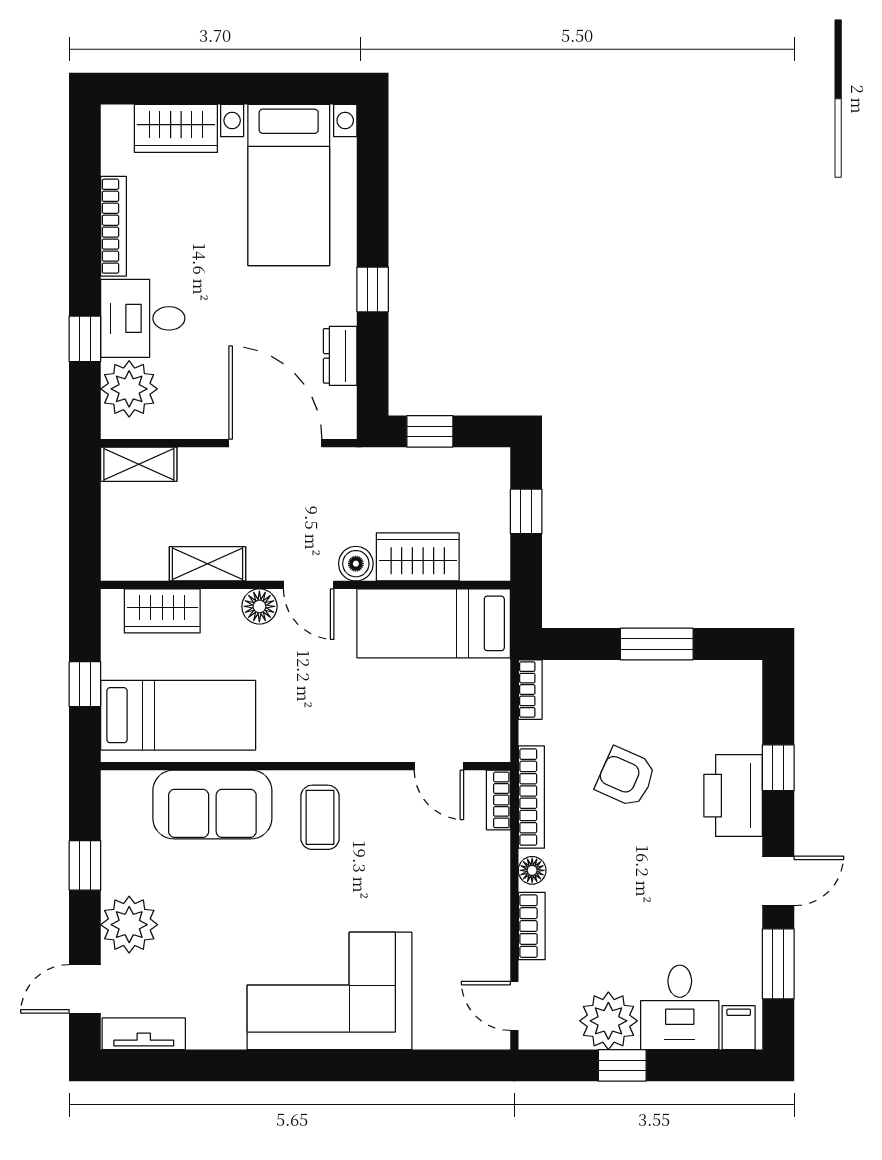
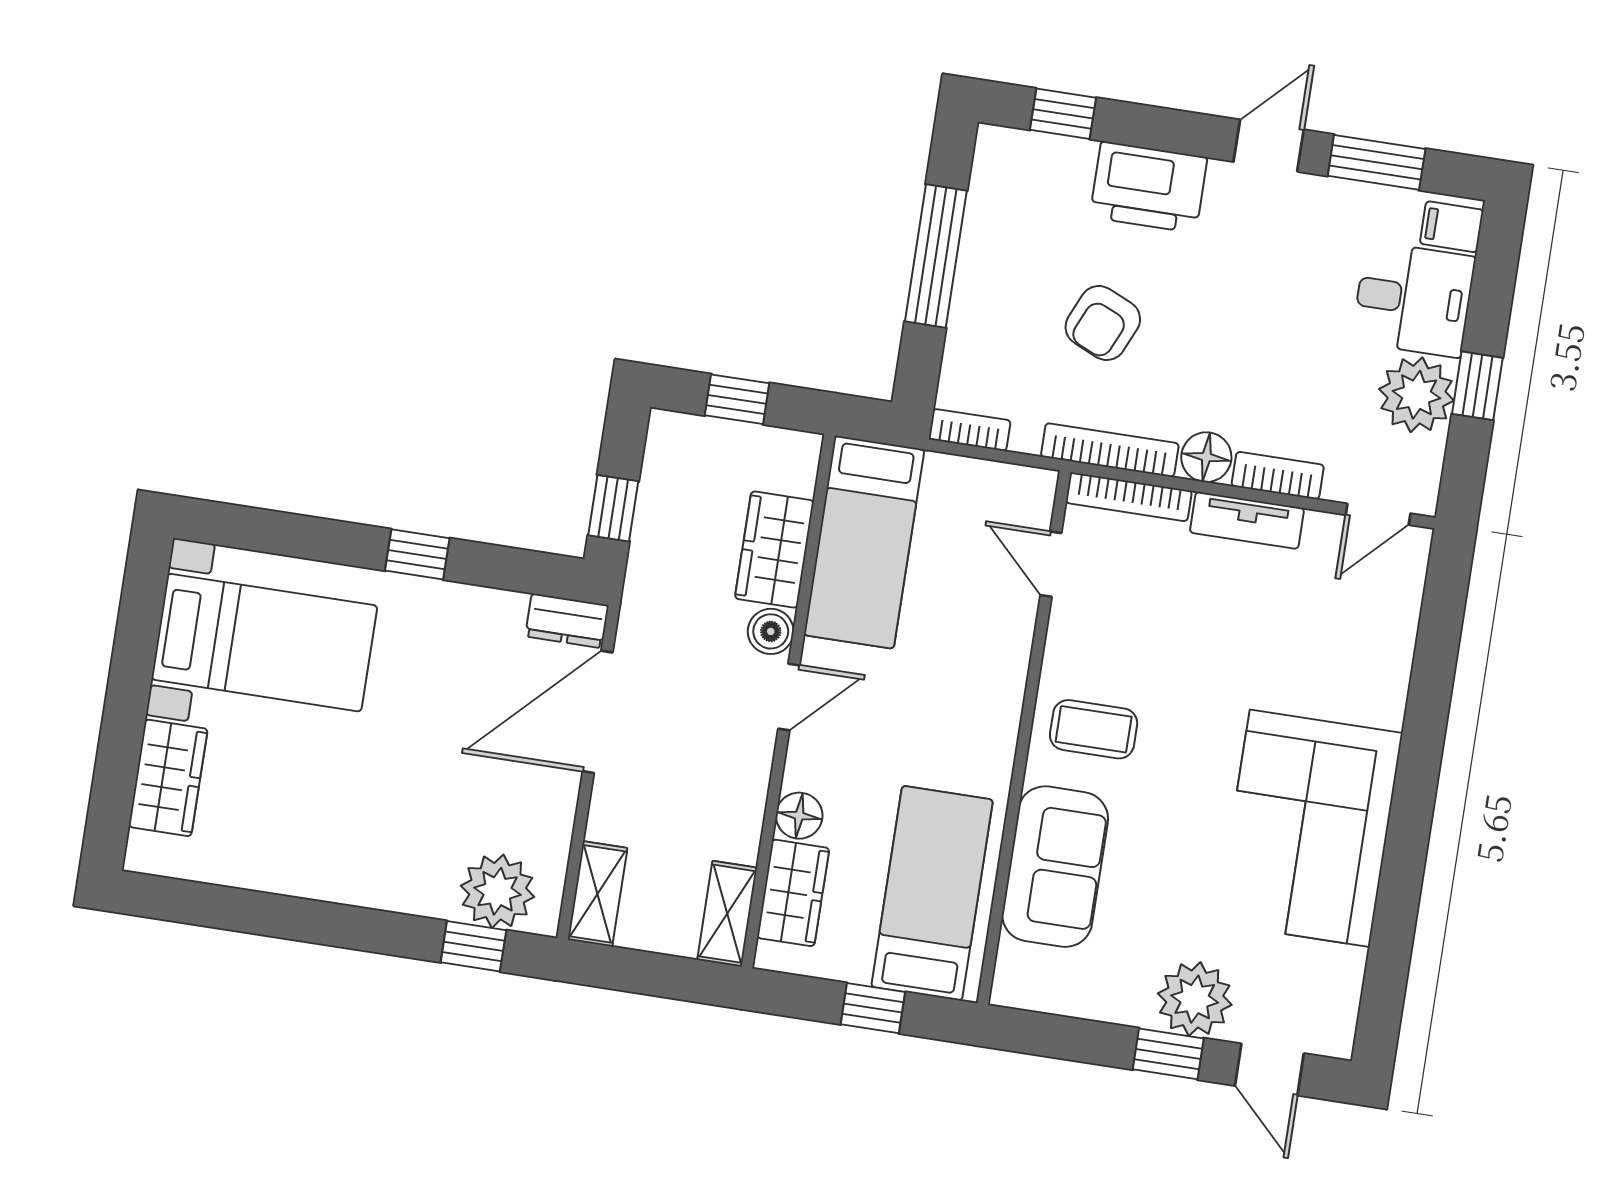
bookcase: (114, 226) -> (283, 879), removed
desk: (143, 318) -> (409, 859), removed
window: (85, 339) -> (473, 946), moved
dresser: (340, 356) -> (567, 621), moved
shelving: (207, 564) -> (727, 914), moved
floor lamp: (259, 606) -> (799, 816), moved
window: (657, 644) -> (936, 256), width x1.44
door: (439, 766) -> (1051, 564), swing flipped
window: (778, 768) -> (1063, 114), moved
bookcase: (498, 800) -> (1129, 497), width x1.56
window: (85, 865) -> (1168, 1054), moved
floor lamp: (532, 870) -> (1206, 457), width x1.37, depth x1.37
door: (778, 881) -> (1269, 146), hinge flipped
corner sofa: (329, 991) -> (1310, 828), moved
tv unit: (144, 1034) -> (1247, 520), moved, turned -90

